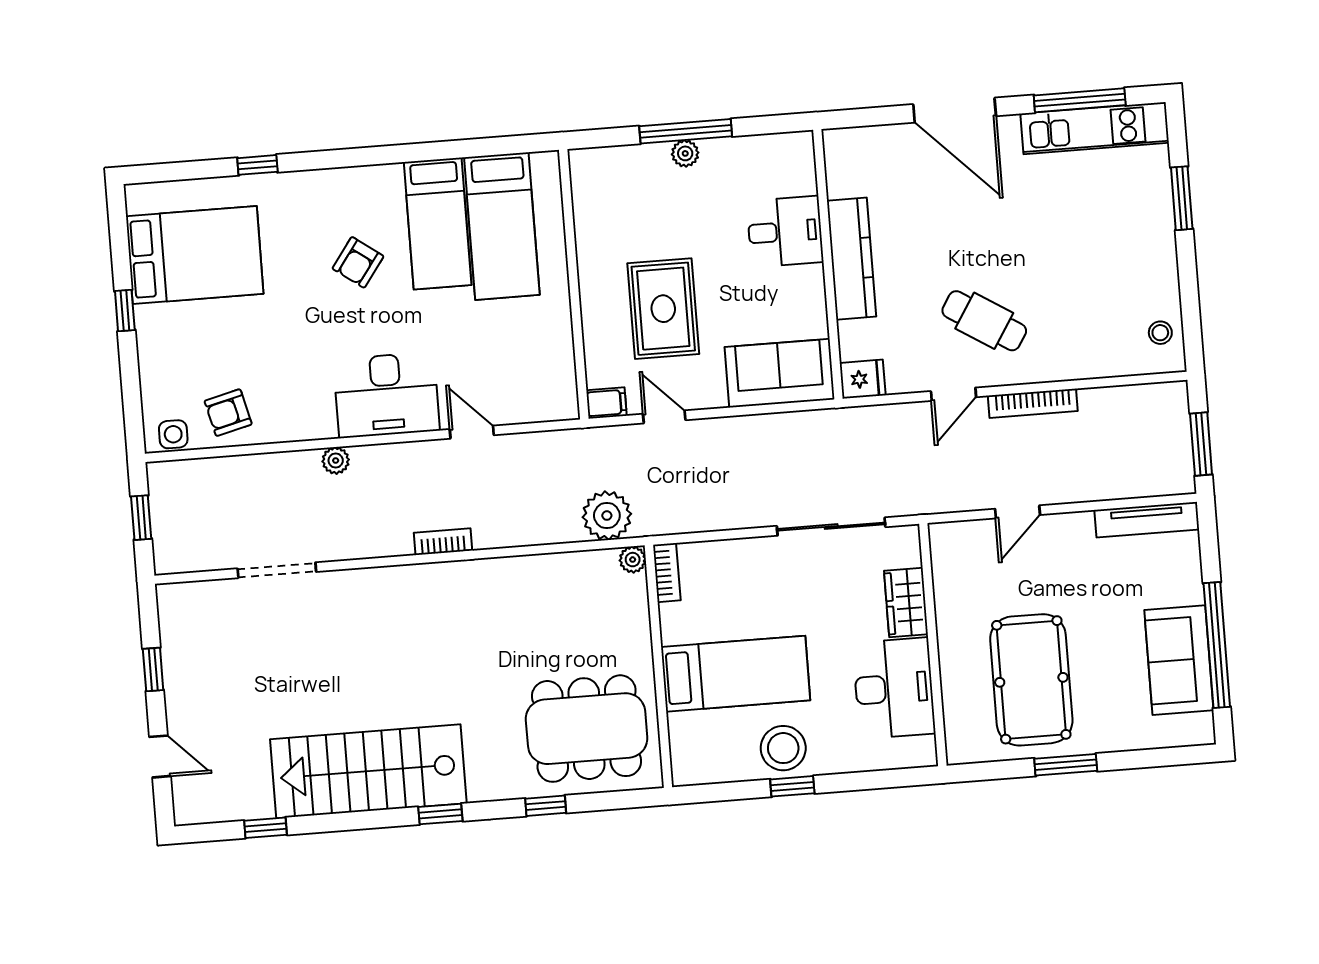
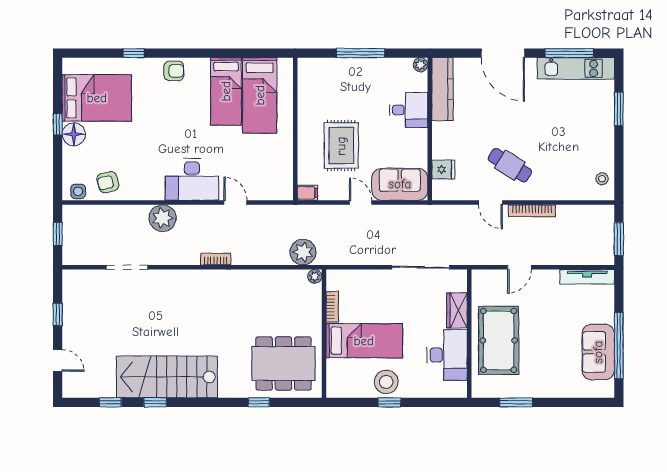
plant: (685, 153) -> (421, 65), moved
kitchen counter: (852, 259) -> (442, 89), moved
armchair: (358, 262) -> (174, 71), moved, turned -126
floor lamp: (157, 327) -> (74, 134), added
fridge: (863, 379) -> (443, 170), moved
door: (953, 394) -> (491, 203), hinge flipped
door: (664, 417) -> (361, 203), moved
plant: (336, 461) -> (163, 218), width x1.88, depth x1.88
bookcase: (667, 573) -> (332, 307), moved
pool table: (1031, 680) -> (499, 340), moved
window: (1066, 765) -> (516, 402), moved
window: (440, 814) -> (155, 402), moved

